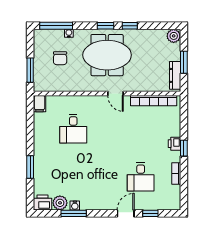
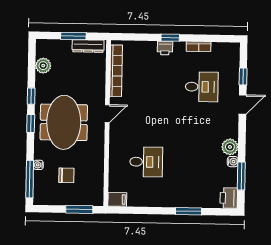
plant: (174, 36) -> (43, 66), moved
plant: (60, 203) -> (230, 147), moved
window: (74, 213) -> (241, 176), moved
door: (126, 213) -> (243, 104), swing flipped

